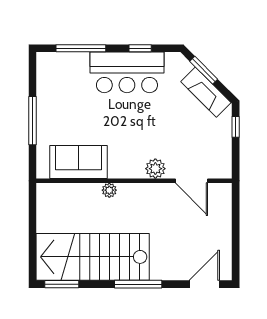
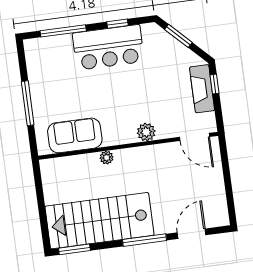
fireplace: (206, 92) -> (202, 89), moved, turned 45
door: (192, 181) -> (194, 137), moved
door: (204, 284) -> (192, 234), moved

